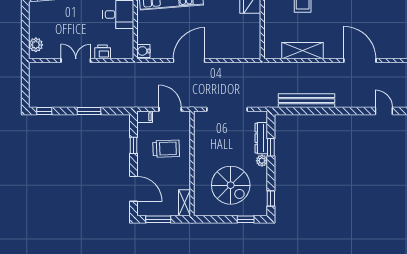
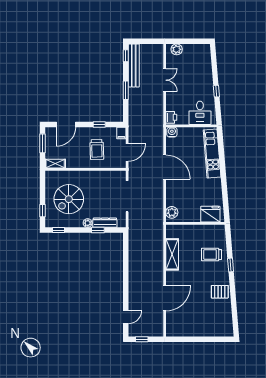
plant: (248, 51) -> (172, 212), added
printer: (103, 52) -> (171, 117), moved
bench: (307, 101) -> (134, 65), moved

